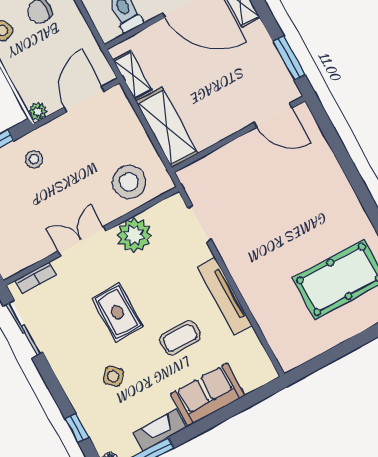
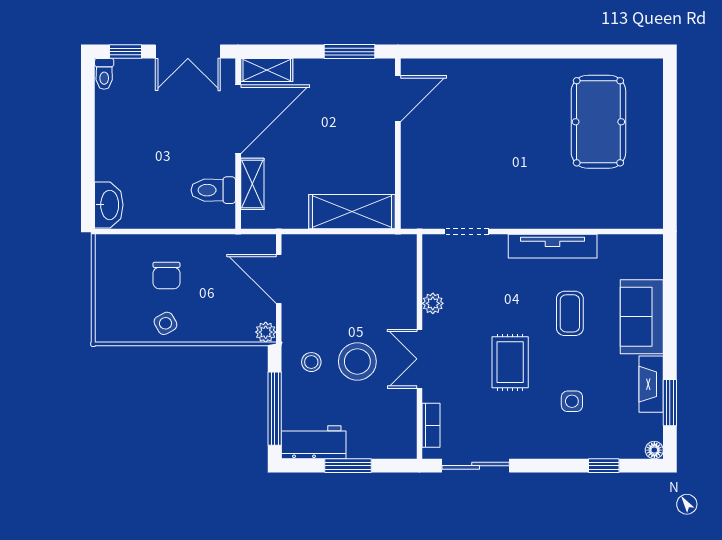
shelving: (133, 75) -> (252, 184), moved, turned 90
stool: (129, 182) -> (357, 361), moved
plant: (134, 235) -> (433, 303), width x0.53, depth x0.53
rug: (117, 312) -> (510, 362), turned 90
side table: (113, 376) -> (572, 401), turned 45

